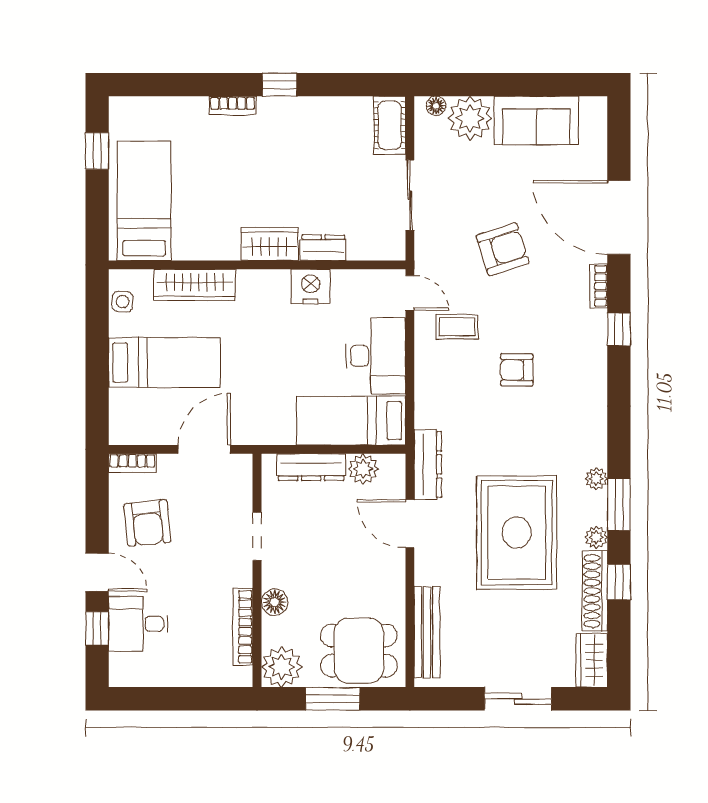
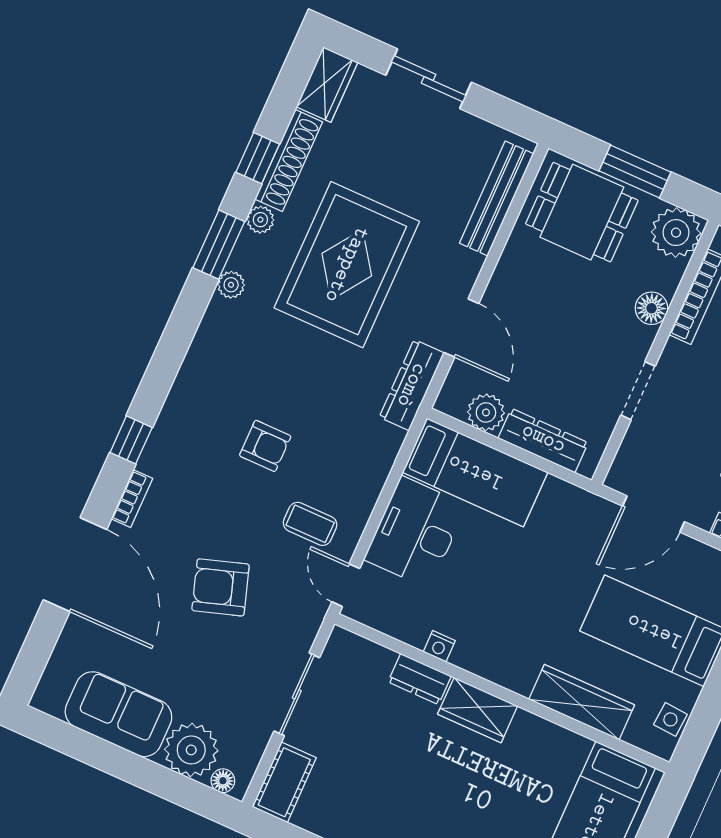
nightstand: (311, 286) -> (439, 646), width x0.53, depth x0.56

